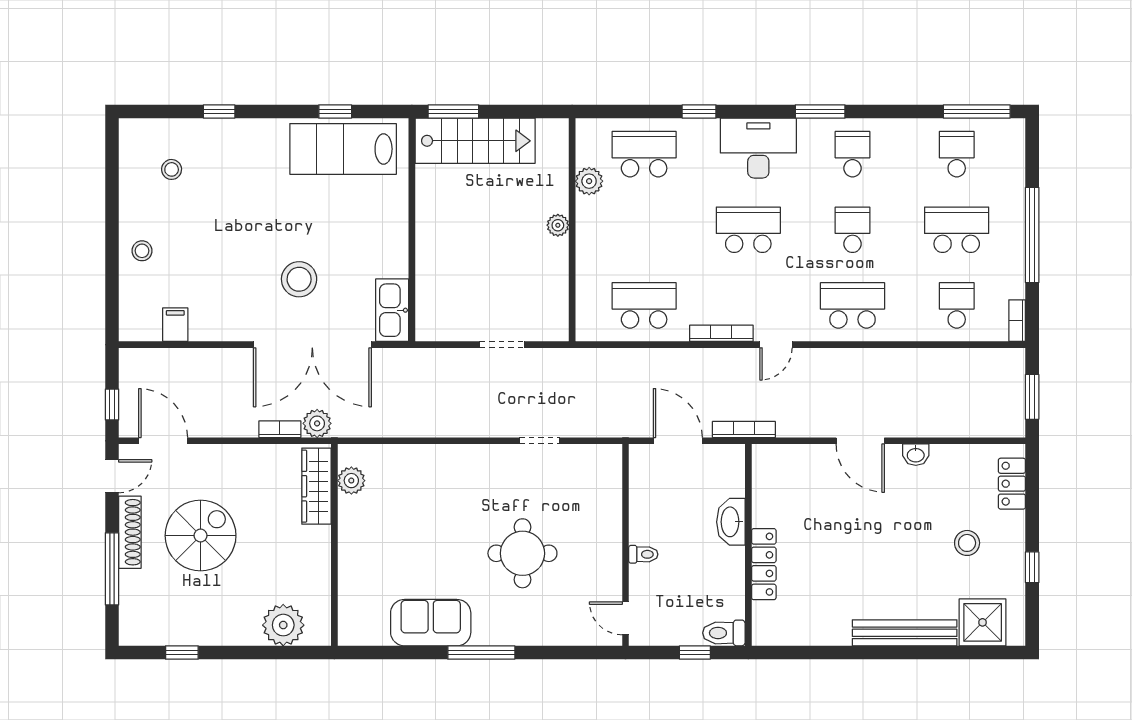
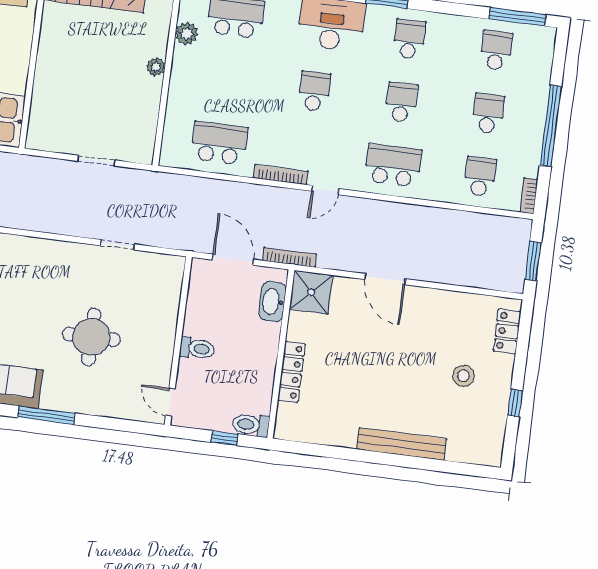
school desk: (748, 230) -> (314, 91), width x0.54
school desk: (957, 230) -> (488, 113), width x0.54
washbasin: (916, 455) -> (430, 297), removed
washbasin: (731, 522) -> (273, 302), moved
toilet: (643, 554) -> (197, 348), width x1.37, depth x1.39
shower: (983, 622) -> (311, 292), moved

